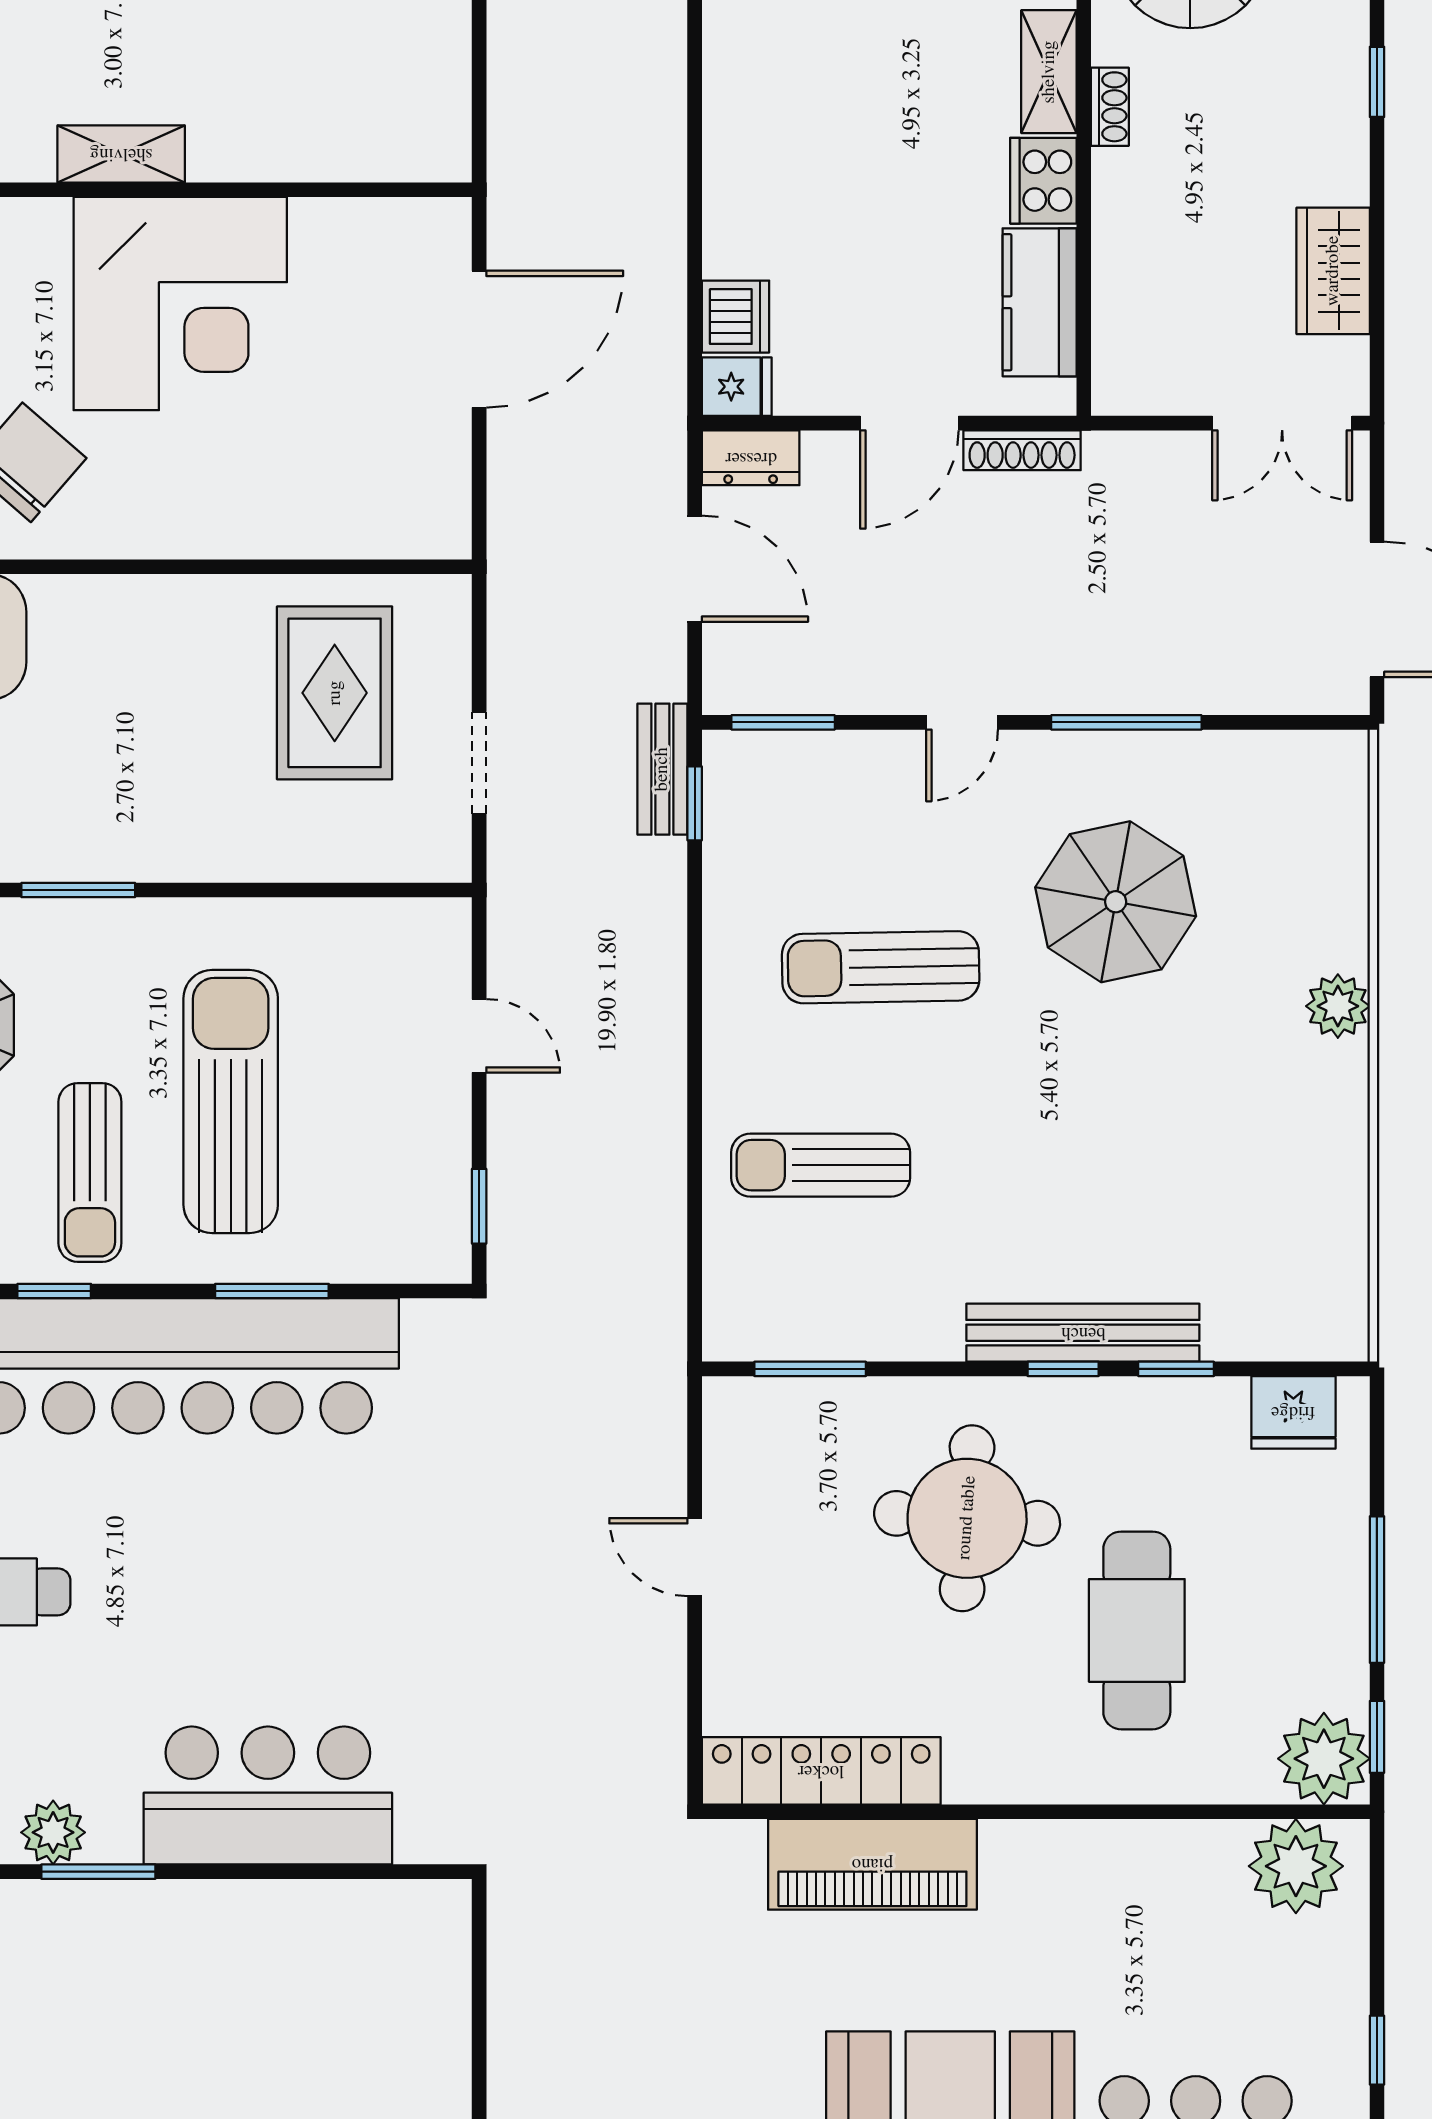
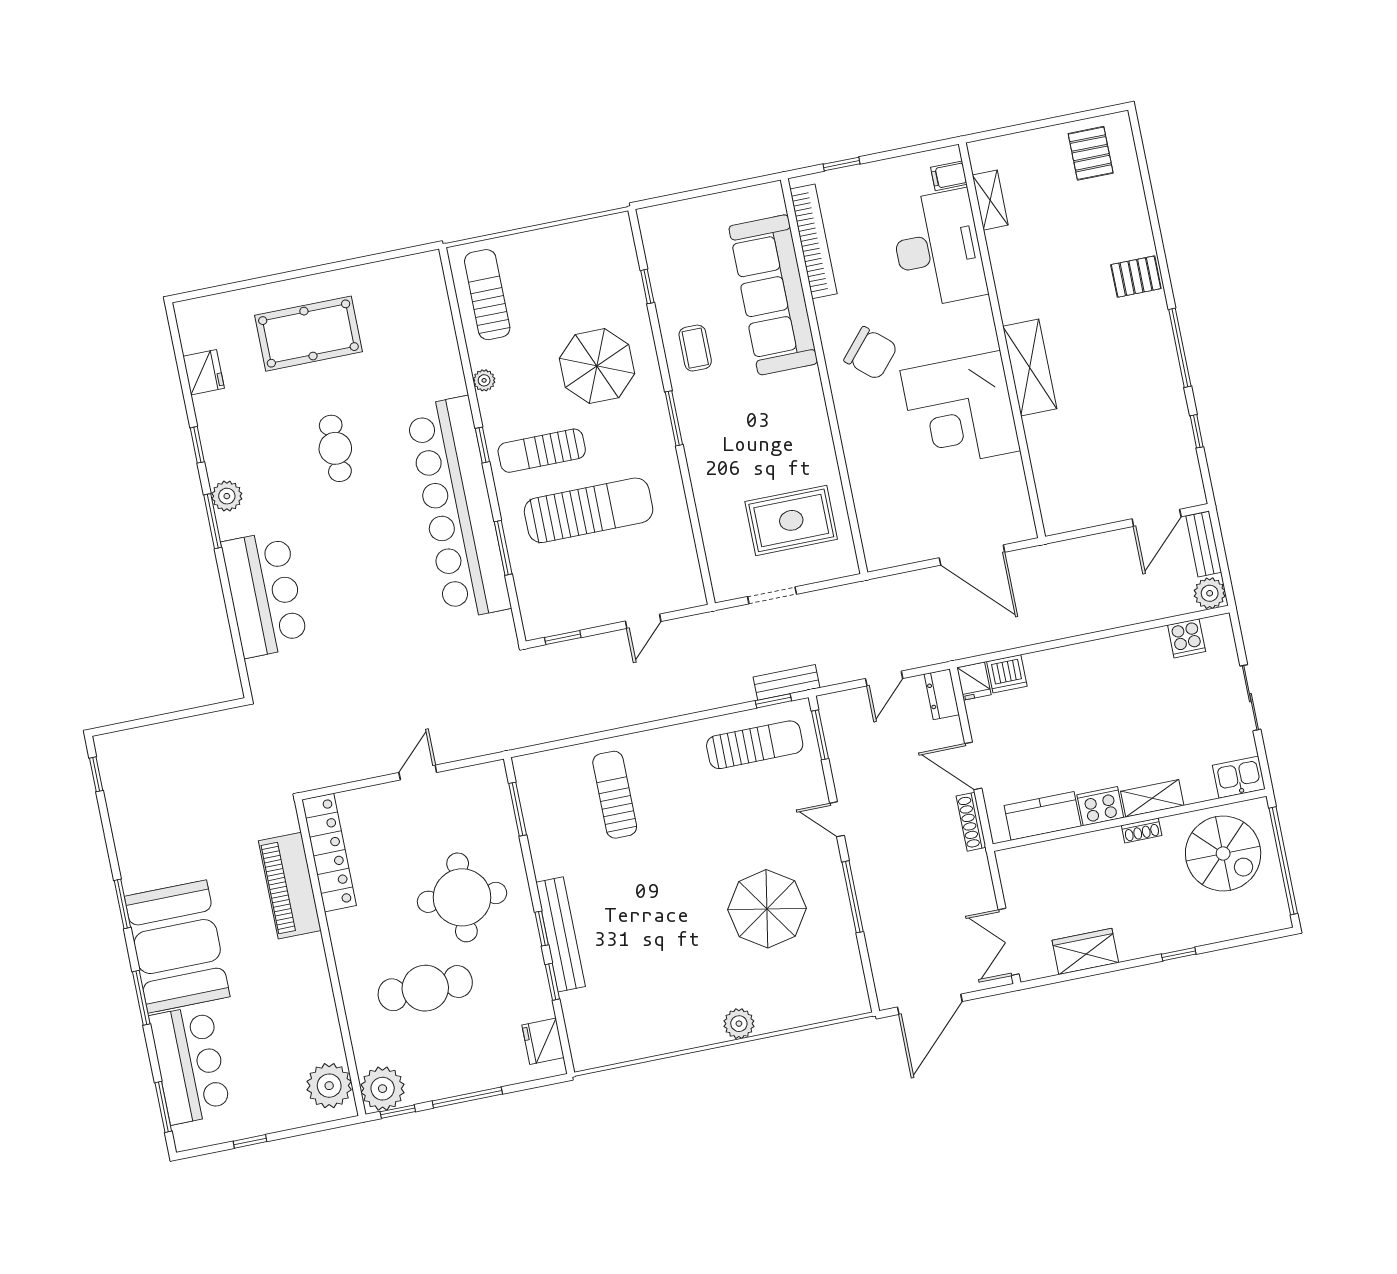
shelving: (121, 154) -> (1030, 368), width x1.50, depth x1.33
door: (695, 569) -> (884, 679), width x0.73
sun lounger: (881, 967) -> (755, 745), moved, turned 91

